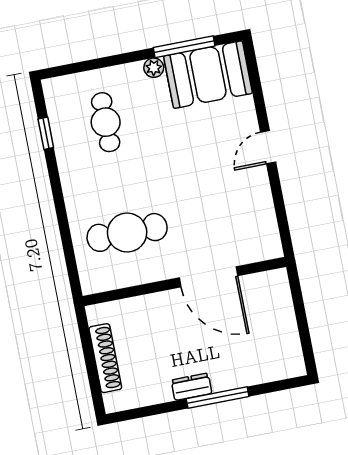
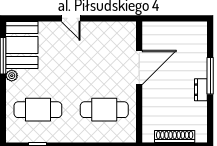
cafe table: (106, 122) -> (38, 110), width x1.37, depth x1.35
cafe table: (127, 232) -> (104, 110), turned 90

